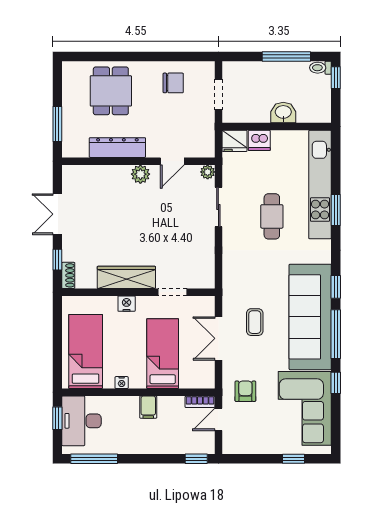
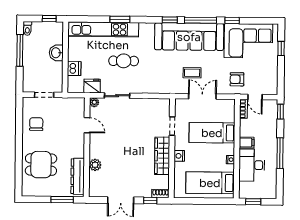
window: (336, 78) -> (49, 19), moved
fridge: (235, 141) -> (92, 86), moved, turned -90
dresser: (117, 148) -> (78, 176), moved
plant: (140, 174) -> (95, 165), moved
double door: (218, 338) -> (202, 96), swing flipped
desk: (81, 421) -> (252, 165), moved, turned 90
window: (94, 459) -> (280, 153), moved

